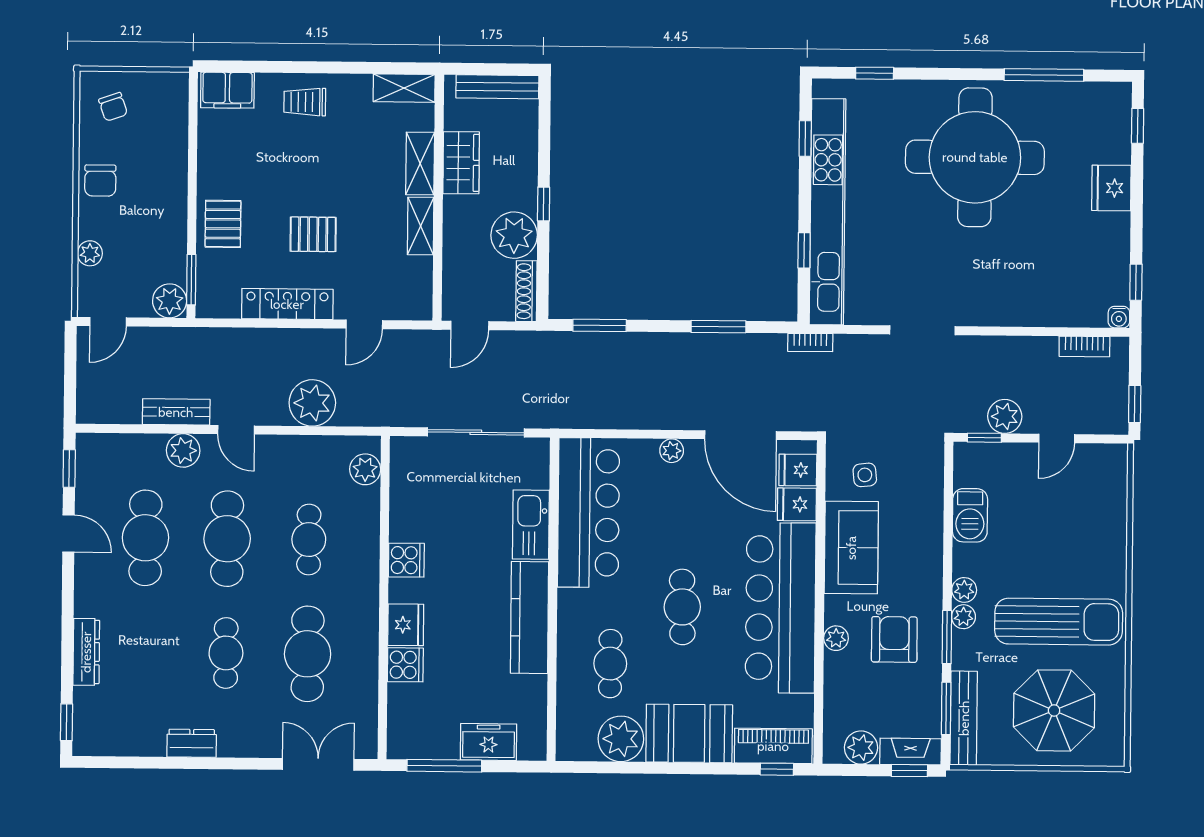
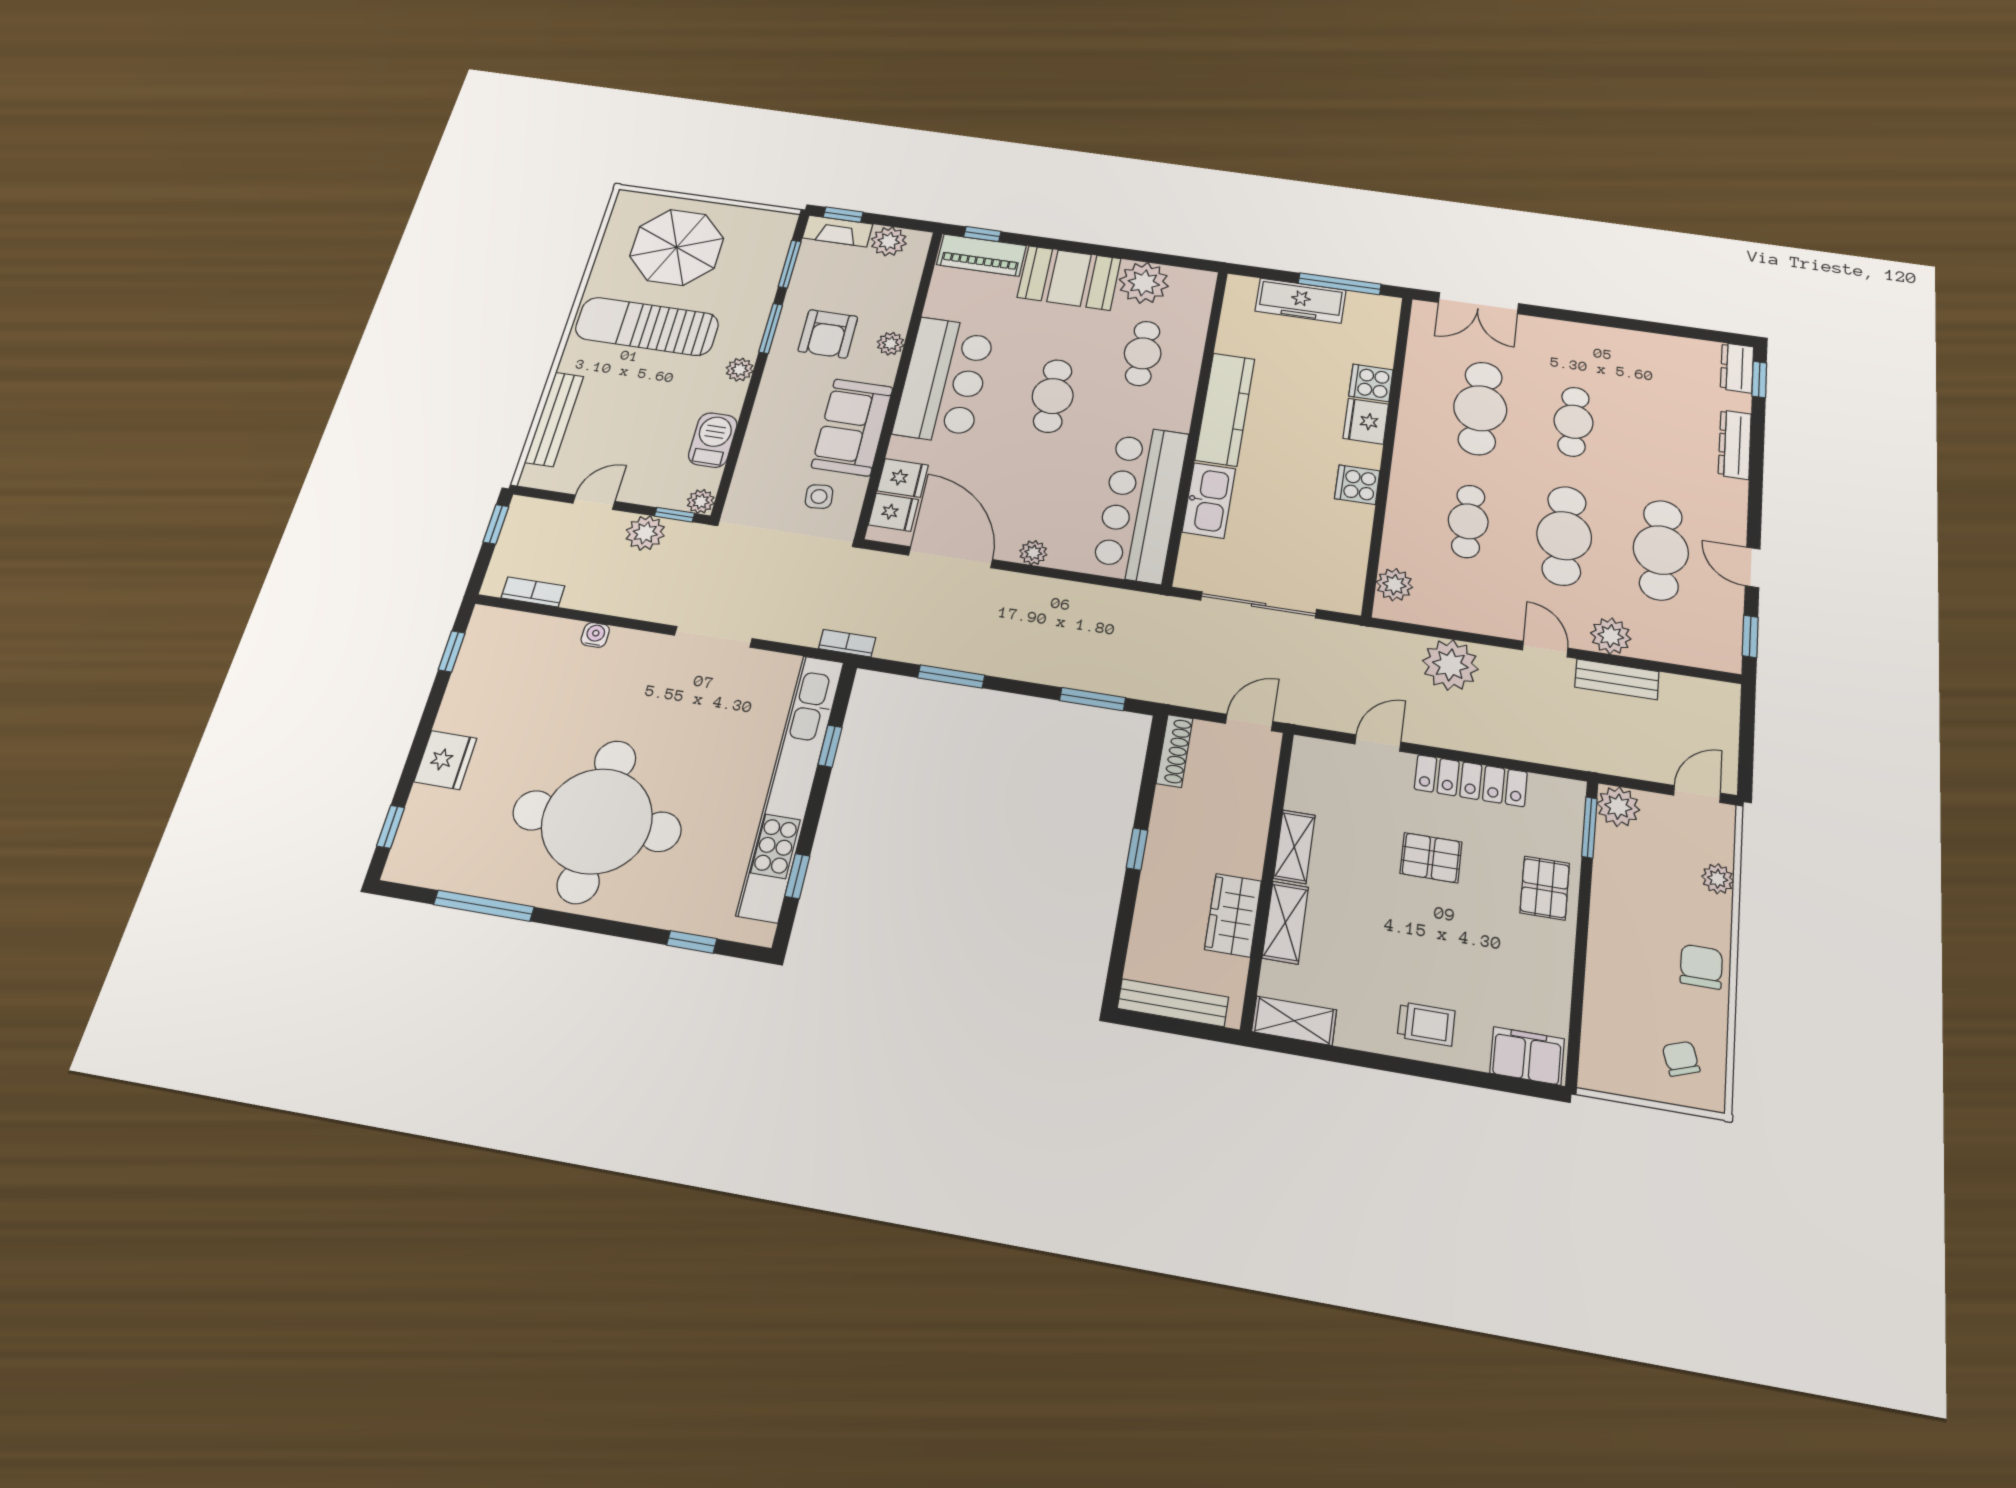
plant: (514, 235) -> (1179, 818), removed
water cooler: (1119, 317) -> (595, 635), moved
bar counter: (781, 608) -> (944, 380), width x0.73
plant: (963, 617) -> (701, 501), moved
bench: (964, 718) -> (554, 419), moved
freezer: (488, 742) -> (1301, 301), width x1.40
dresser: (192, 743) -> (1737, 368), moved, turned 90

